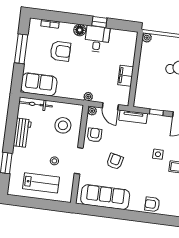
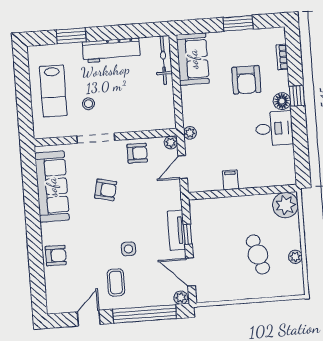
window: (99, 22) -> (297, 96), moved
plant: (147, 38) -> (285, 205), width x1.87, depth x1.87
window: (21, 49) -> (238, 23), width x0.69
filing cabinet: (126, 76) -> (230, 180), width x0.50
tv unit: (133, 117) -> (176, 230), moved
stool: (63, 125) -> (141, 105), removed
workbench: (22, 133) -> (111, 50), width x1.37
armchair: (152, 204) -> (56, 256), turned 90

